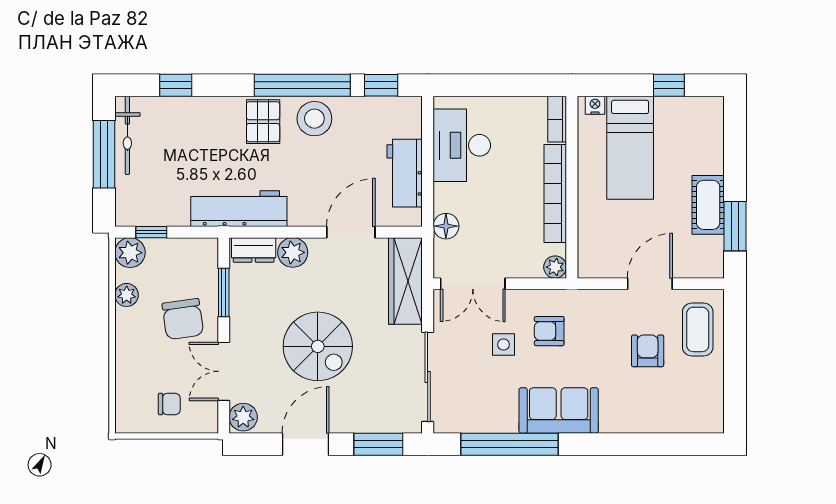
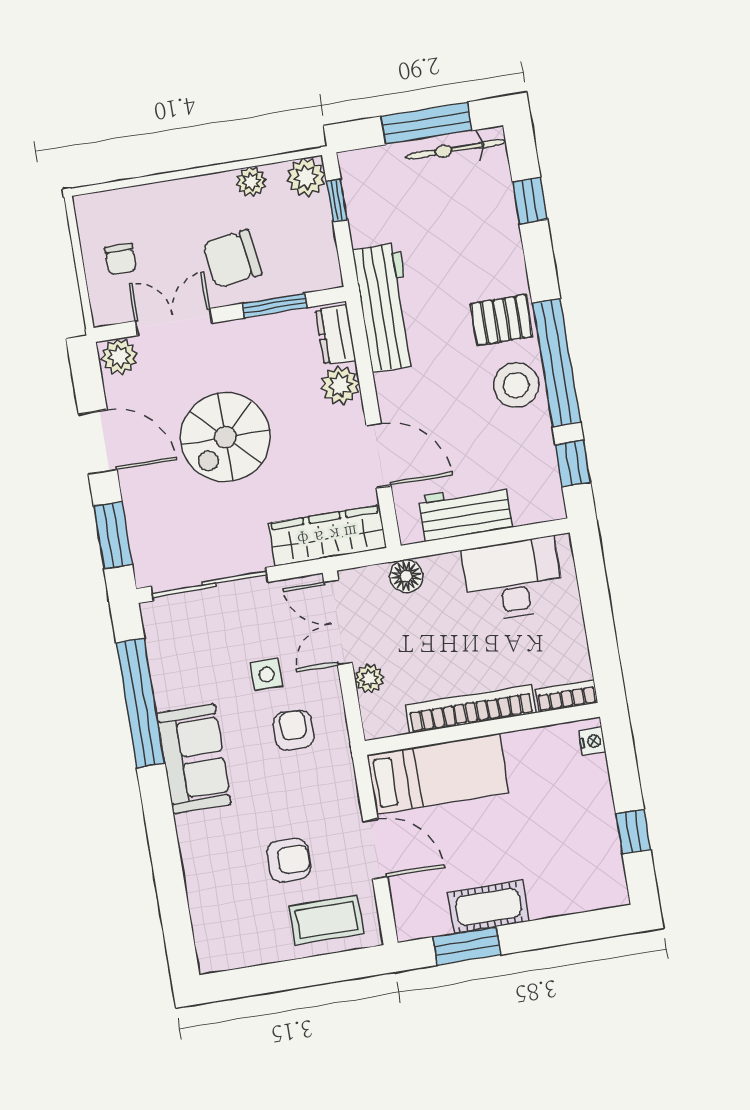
bed: (630, 148) -> (438, 774), moved, turned 180
plant: (555, 267) -> (369, 678), moved

